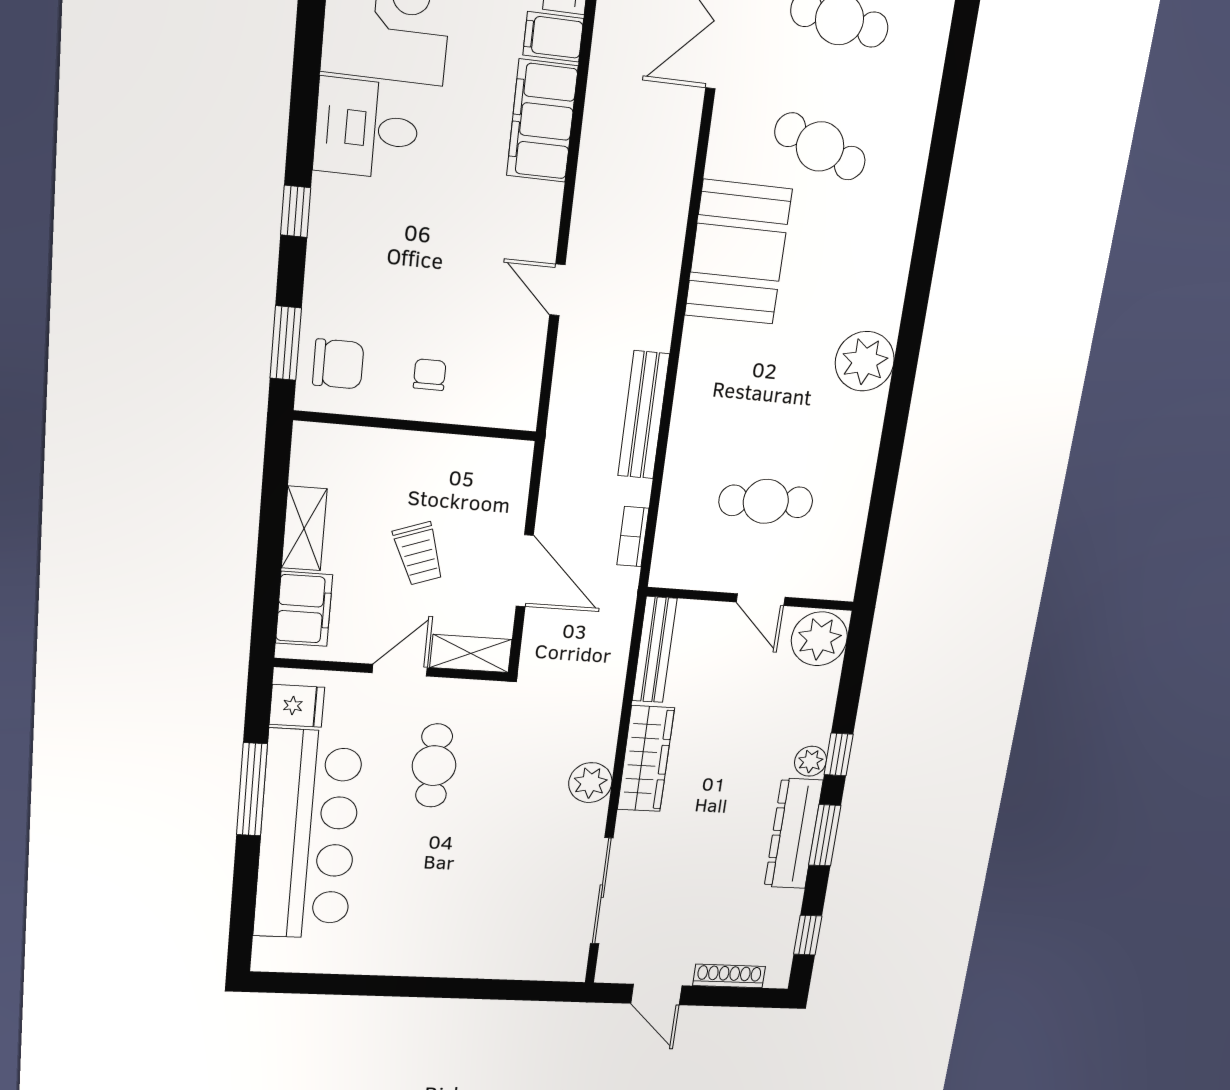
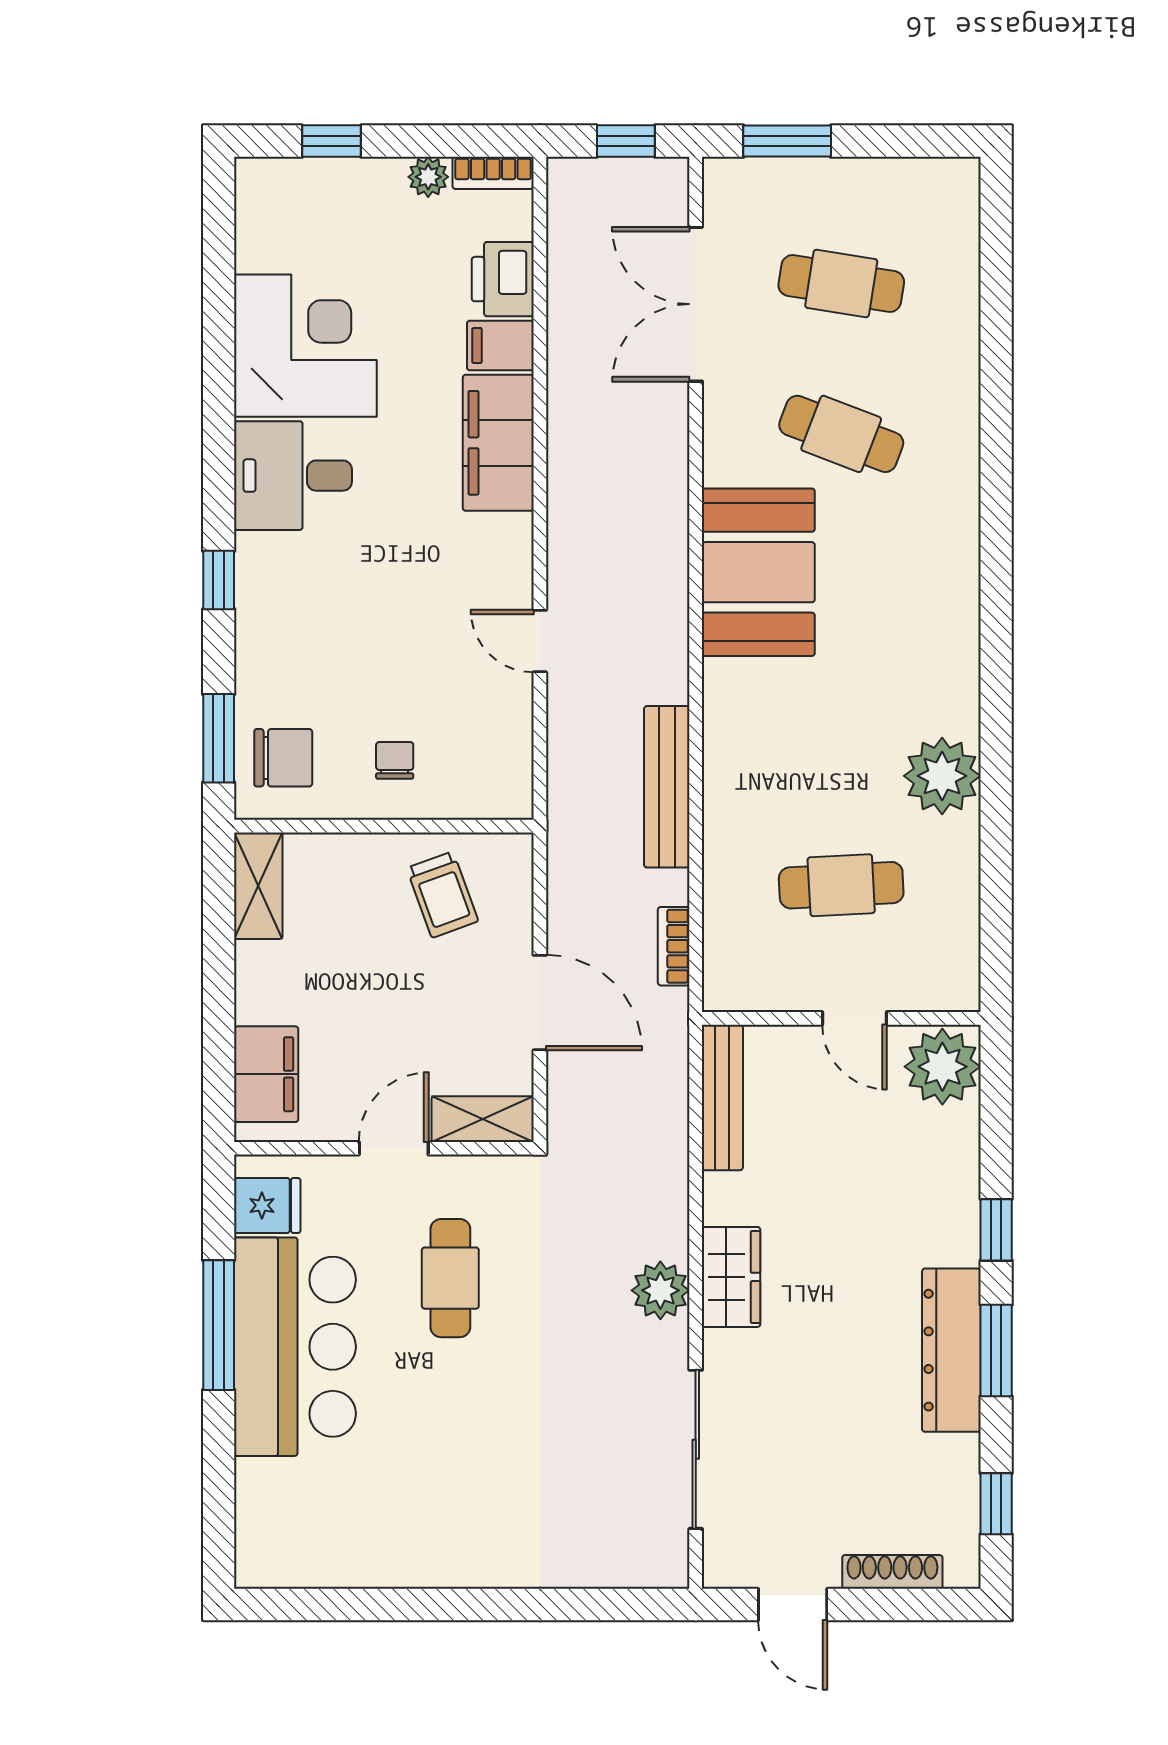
plant: (865, 361) -> (942, 776), moved
shelving: (304, 528) -> (258, 886), moved
trolley: (419, 554) -> (442, 895), moved
wardrobe: (646, 759) -> (731, 1277), width x0.67
plant: (811, 761) -> (958, 1242), removed
bar counter: (308, 835) -> (295, 1347), width x0.73

